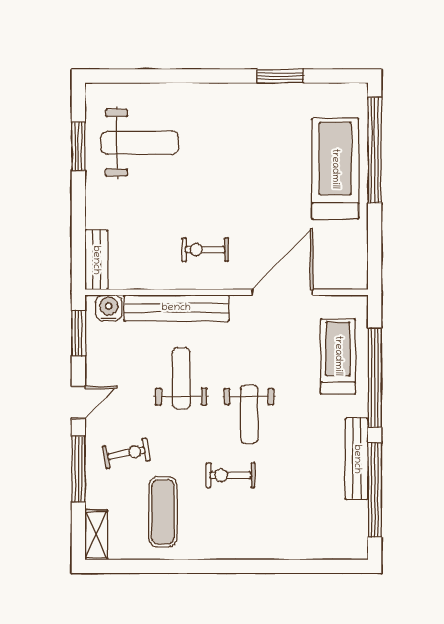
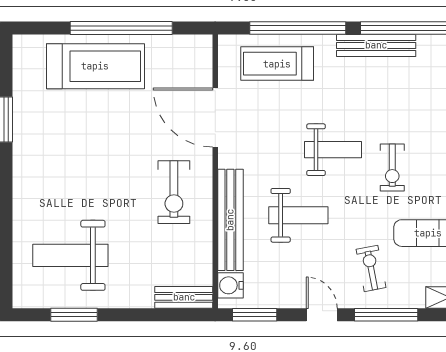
weight bench: (140, 143) -> (70, 255), turned -90
window: (375, 150) -> (121, 28), moved
treadmill: (335, 169) -> (95, 66), turned 180
exercise bike: (205, 250) -> (174, 192), width x1.38, depth x1.39
weight bench: (181, 378) -> (298, 215), turned 180

